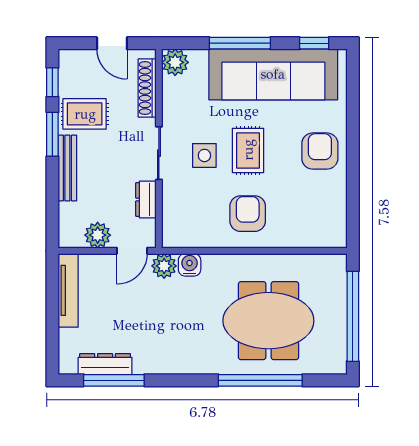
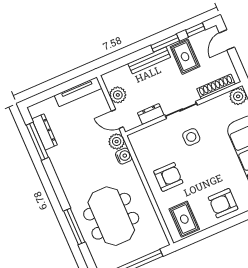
door: (112, 43) -> (227, 40), moved
rug: (248, 150) -> (184, 219), moved, turned 90
armchair: (320, 151) -> (223, 203), turned 180
window: (260, 380) -> (74, 227), width x0.68

